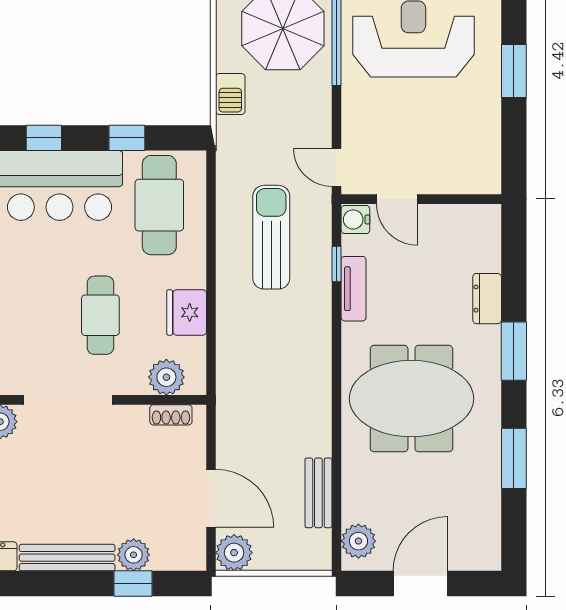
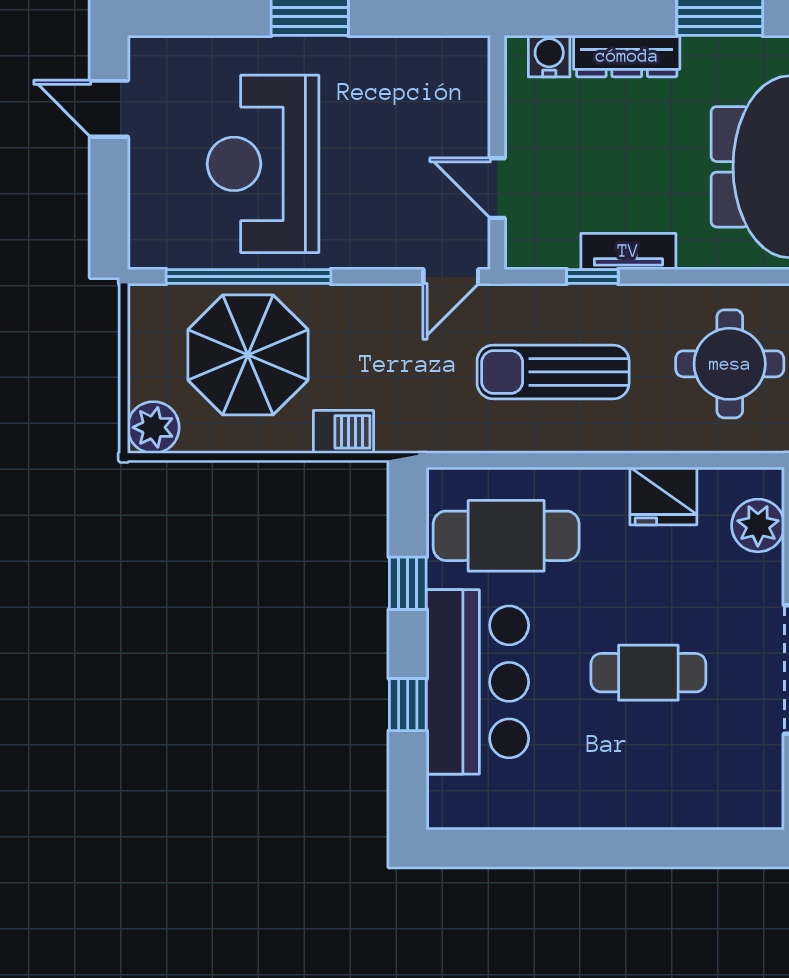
door: (397, 199) -> (497, 188), swing flipped
water cooler: (355, 220) -> (549, 56), moved, turned 180
dresser: (487, 299) -> (627, 56), width x1.44
cafe table: (100, 315) -> (648, 673), moved
round table: (277, 358) -> (730, 364), added

